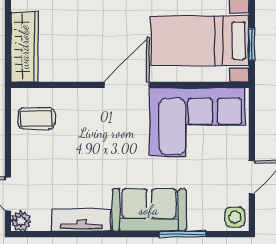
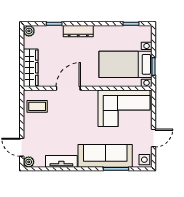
door: (127, 85) -> (68, 88), moved
sofa: (149, 210) -> (105, 156), width x1.36

